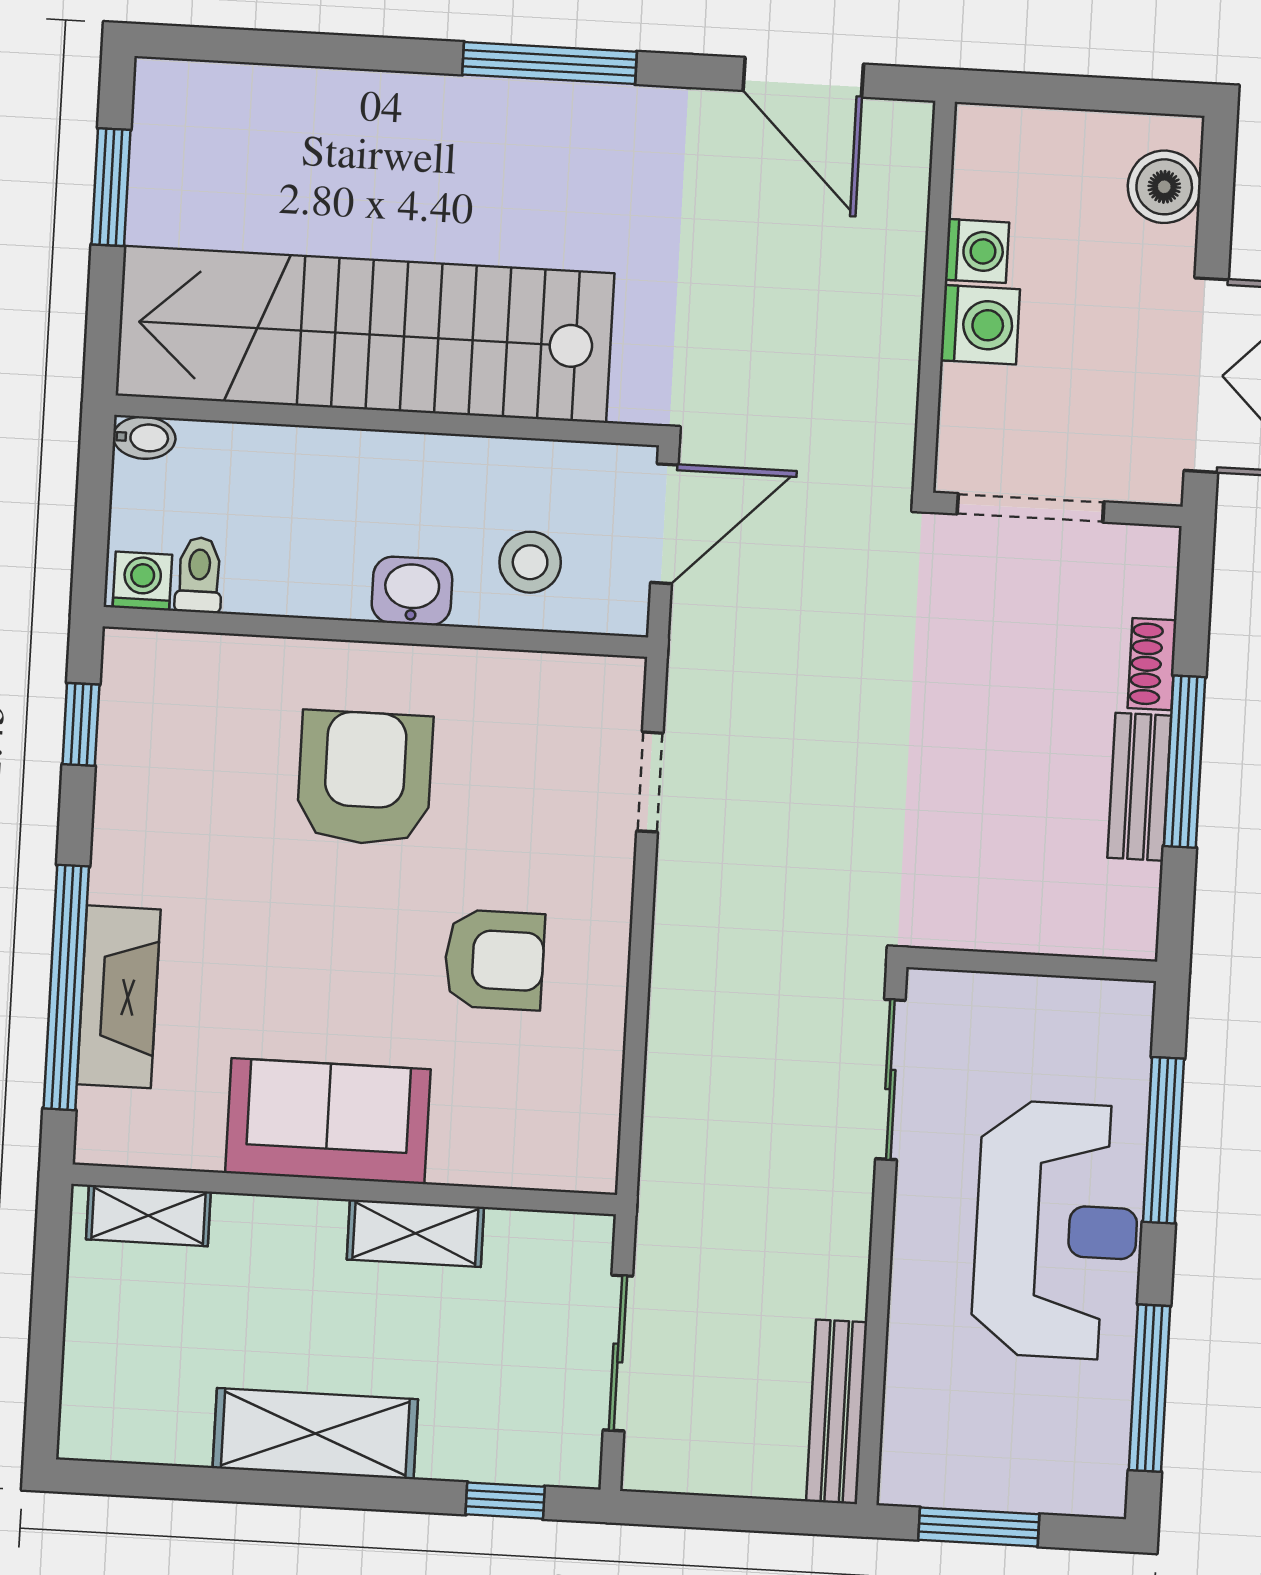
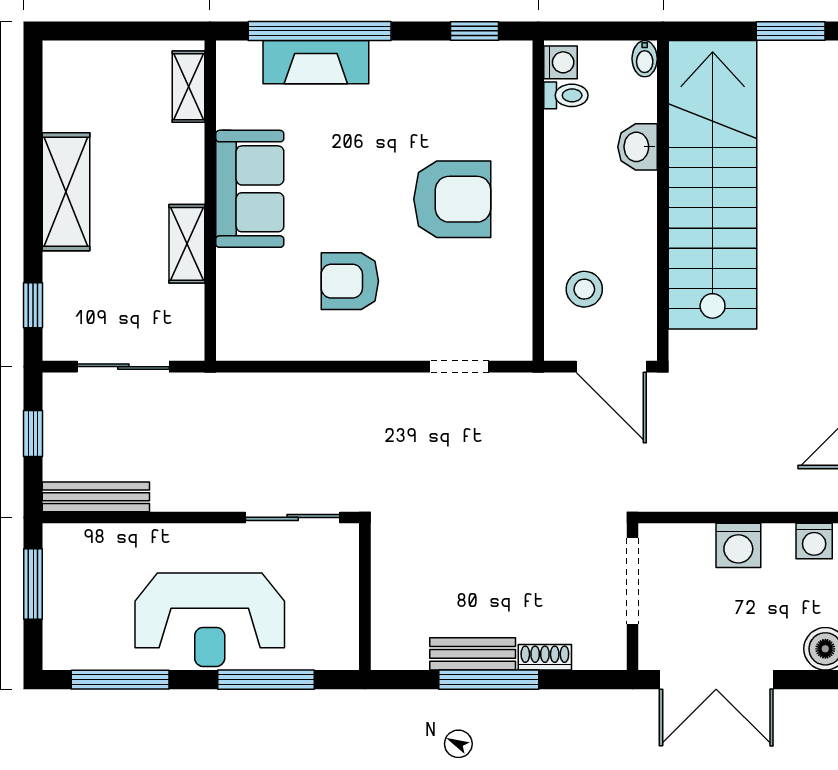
washing machine: (977, 251) -> (814, 541), moved
washbasin: (412, 591) -> (637, 147), moved, turned 180
armchair: (494, 960) -> (350, 281), turned 90
window: (723, 1513) -> (33, 433), added

